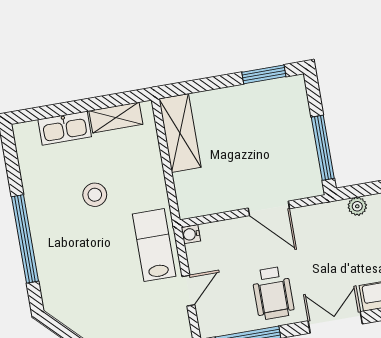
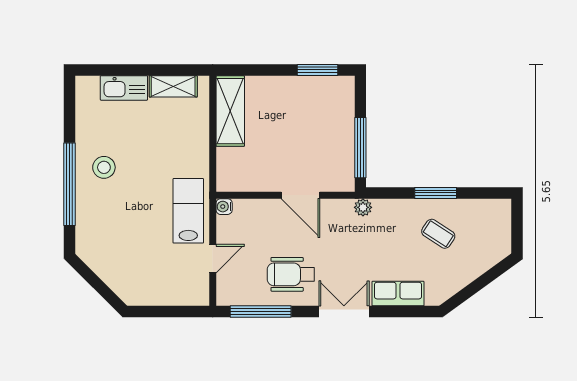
stool: (95, 195) -> (104, 167), moved
plant: (357, 206) -> (363, 207), moved
wheelchair: (273, 293) -> (291, 274), turned 90

